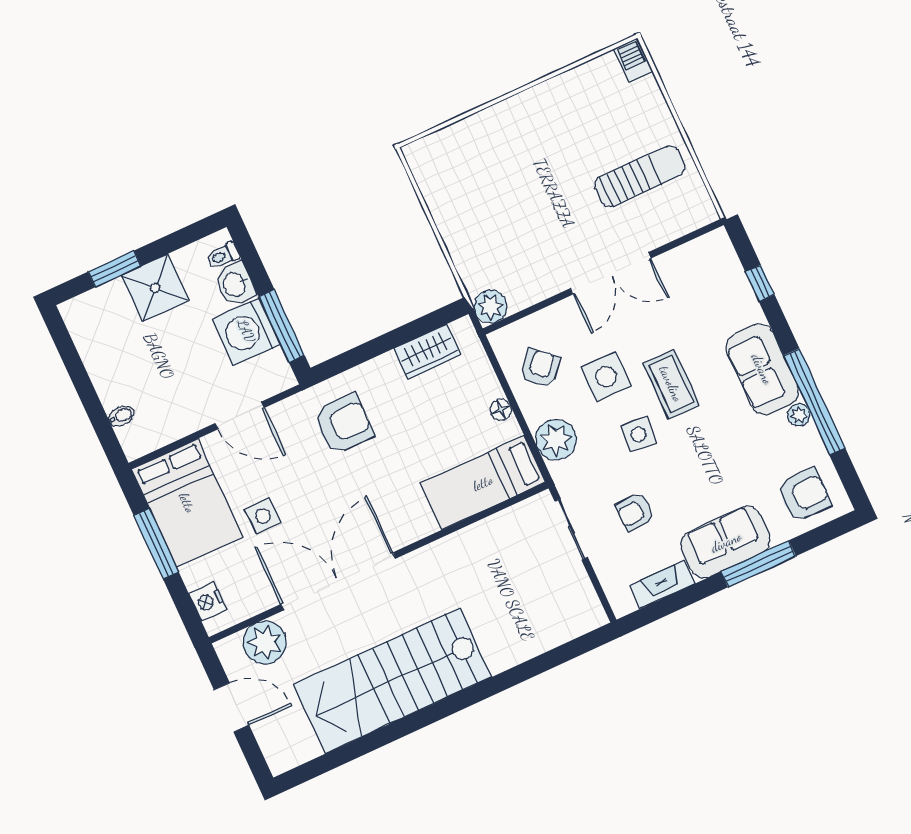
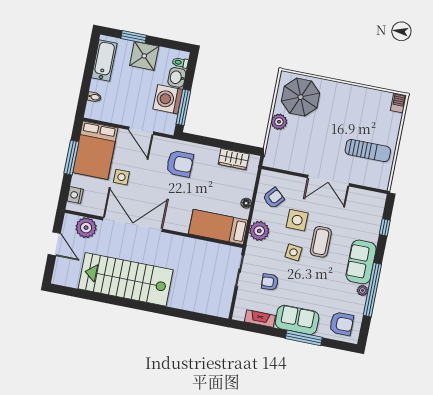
parasol: (464, 168) -> (301, 97), added
plant: (491, 307) -> (279, 122), moved
bathtub: (94, 343) -> (104, 60), added

